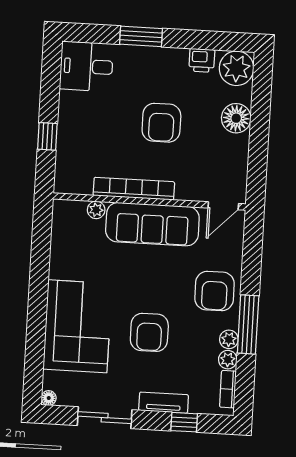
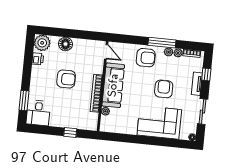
window: (141, 36) -> (24, 100), moved
armchair: (149, 332) -> (164, 89), turned -90

